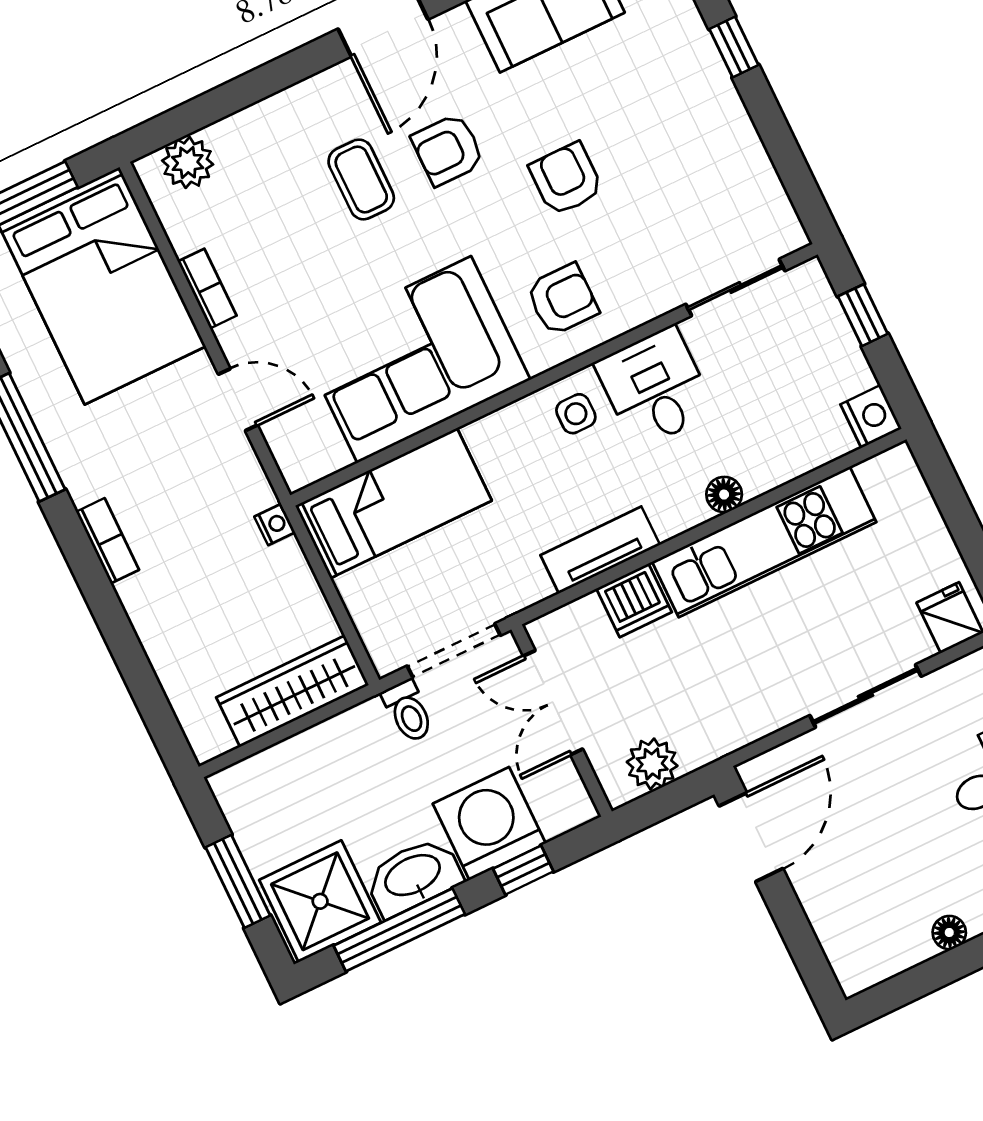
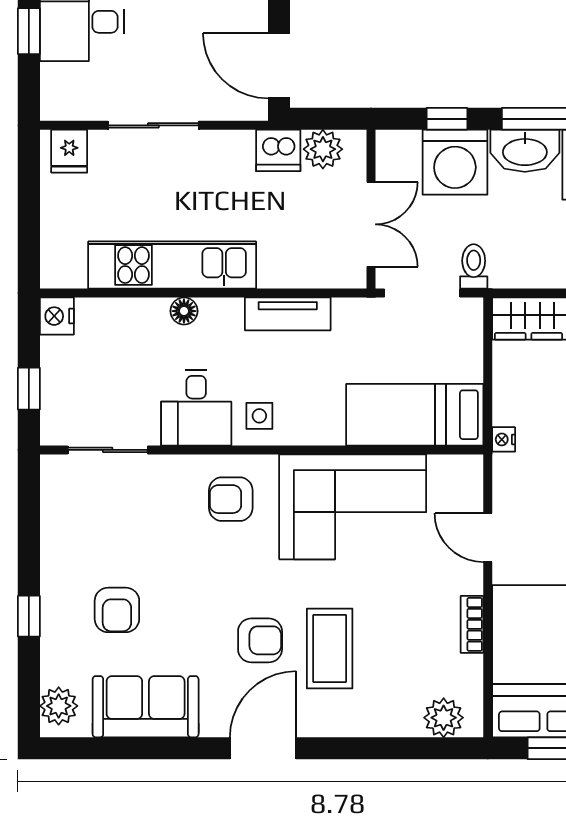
coffee table: (361, 179) -> (330, 648), width x1.36, depth x1.30
armchair: (566, 179) -> (117, 610), moved
dishwasher: (634, 600) -> (278, 150), moved, turned 180
door: (751, 837) -> (279, 66), hinge flipped

